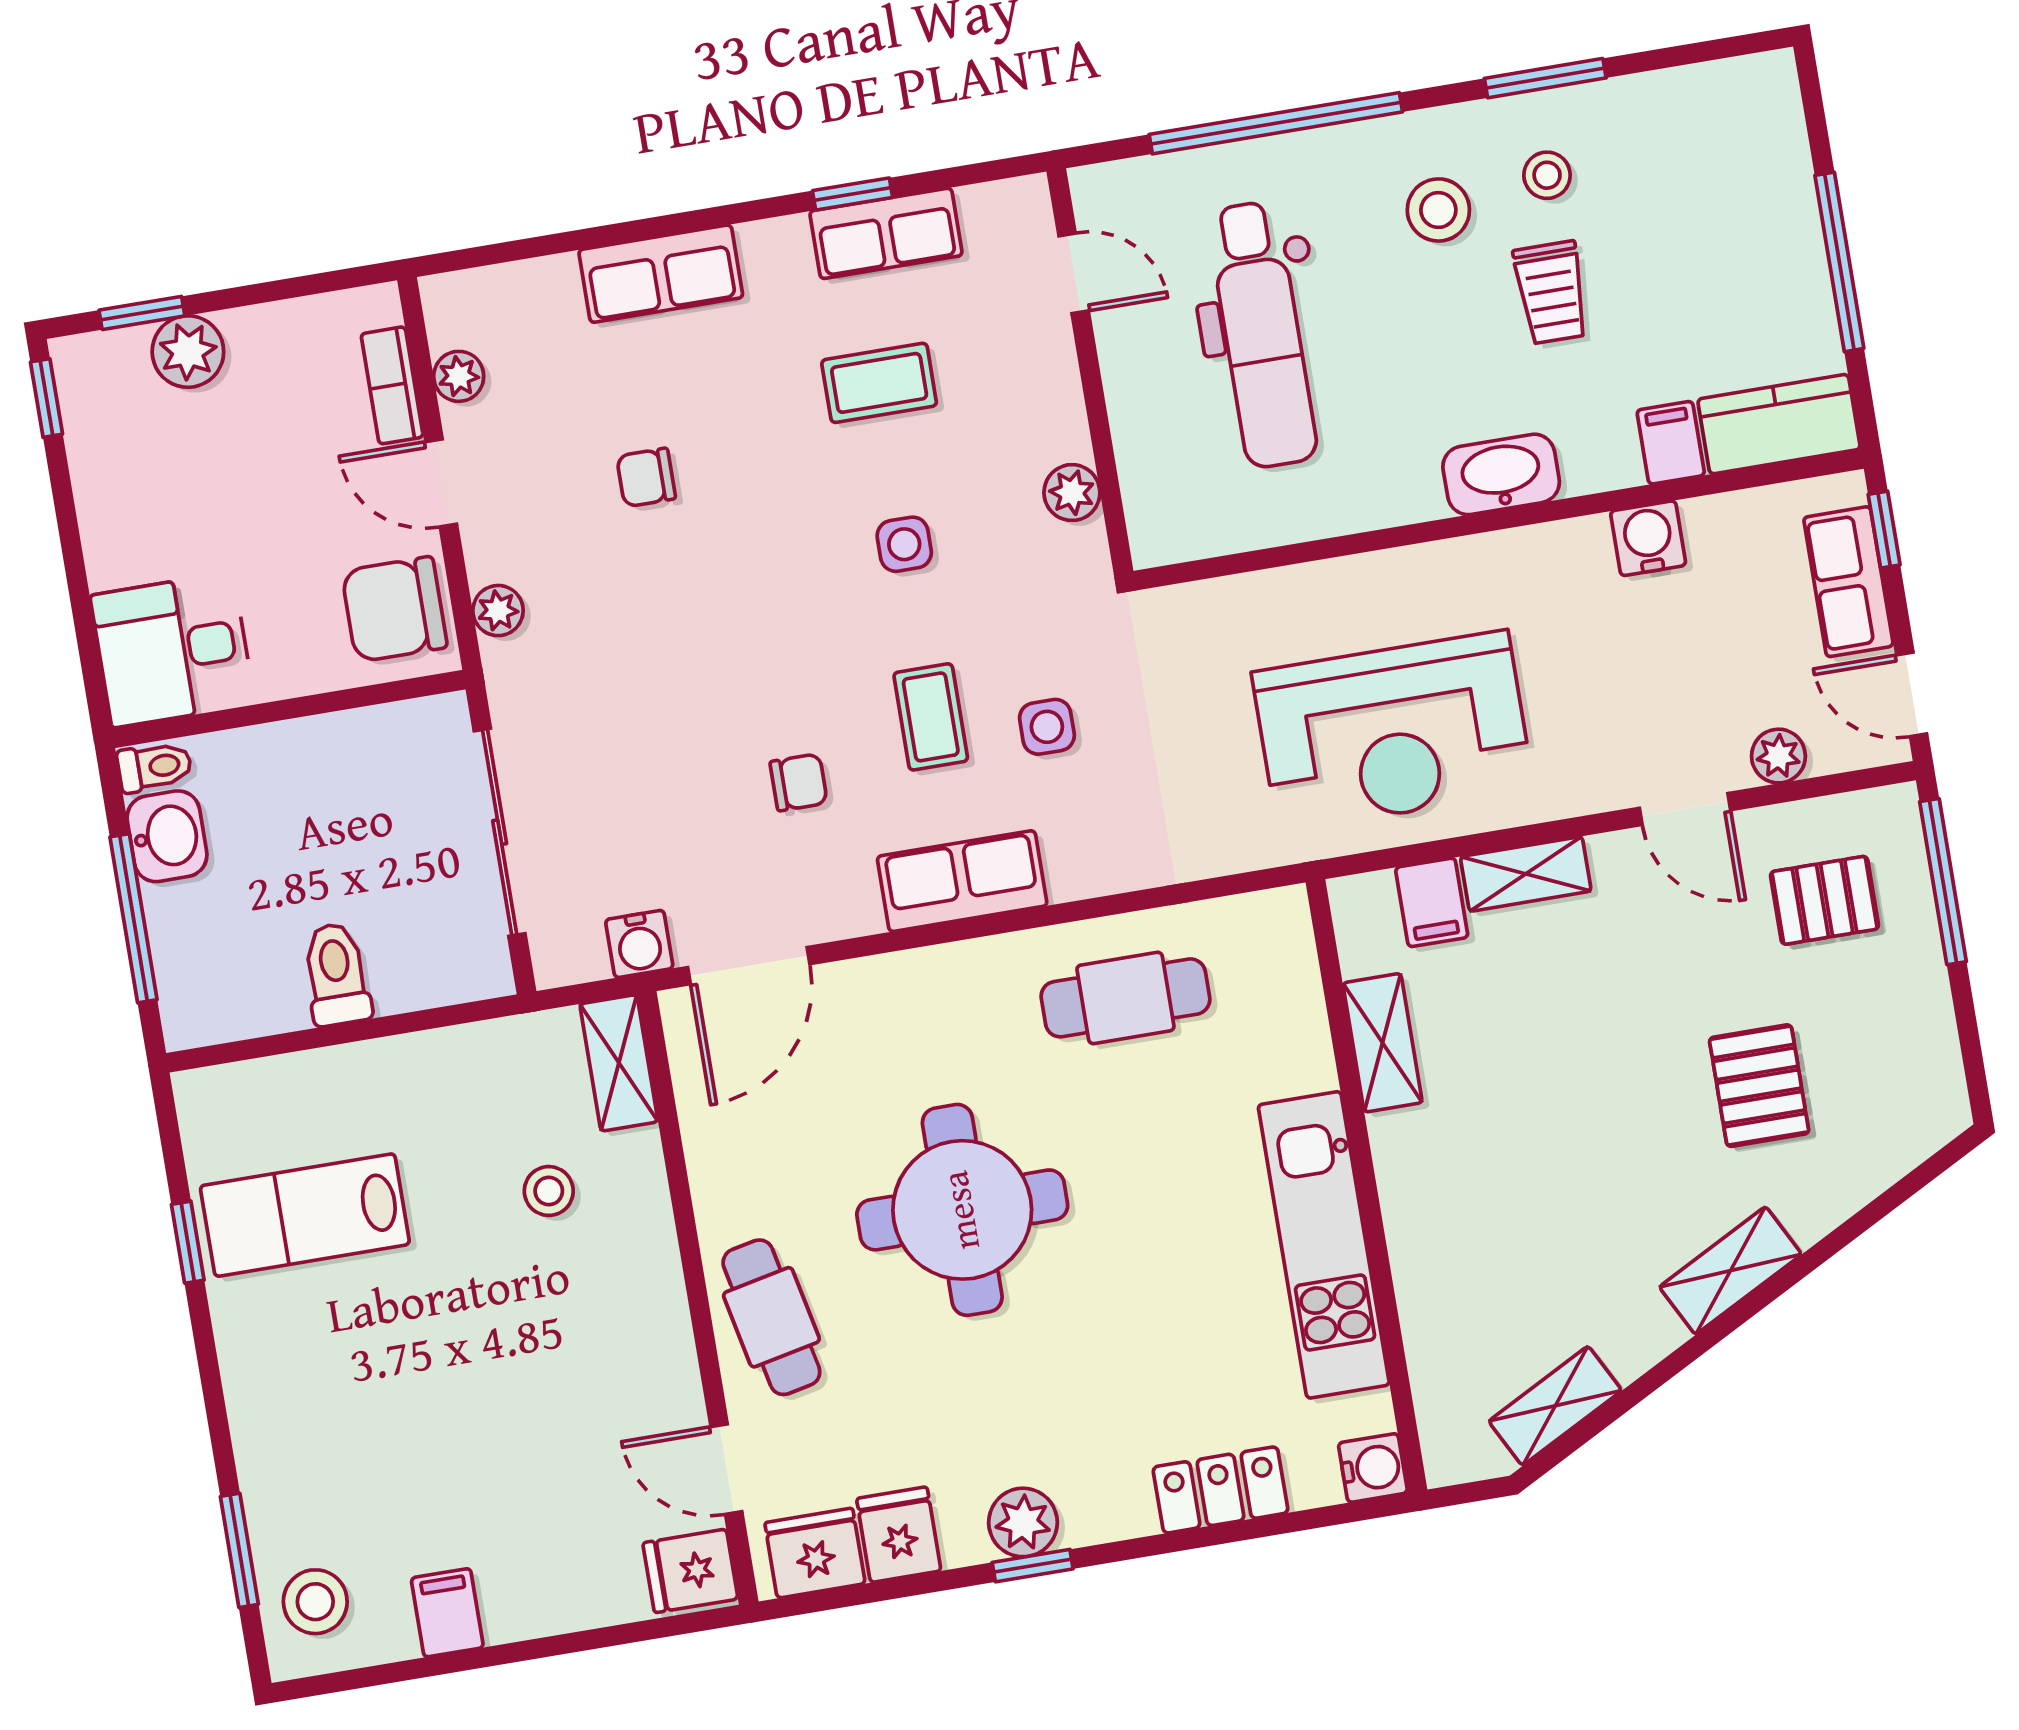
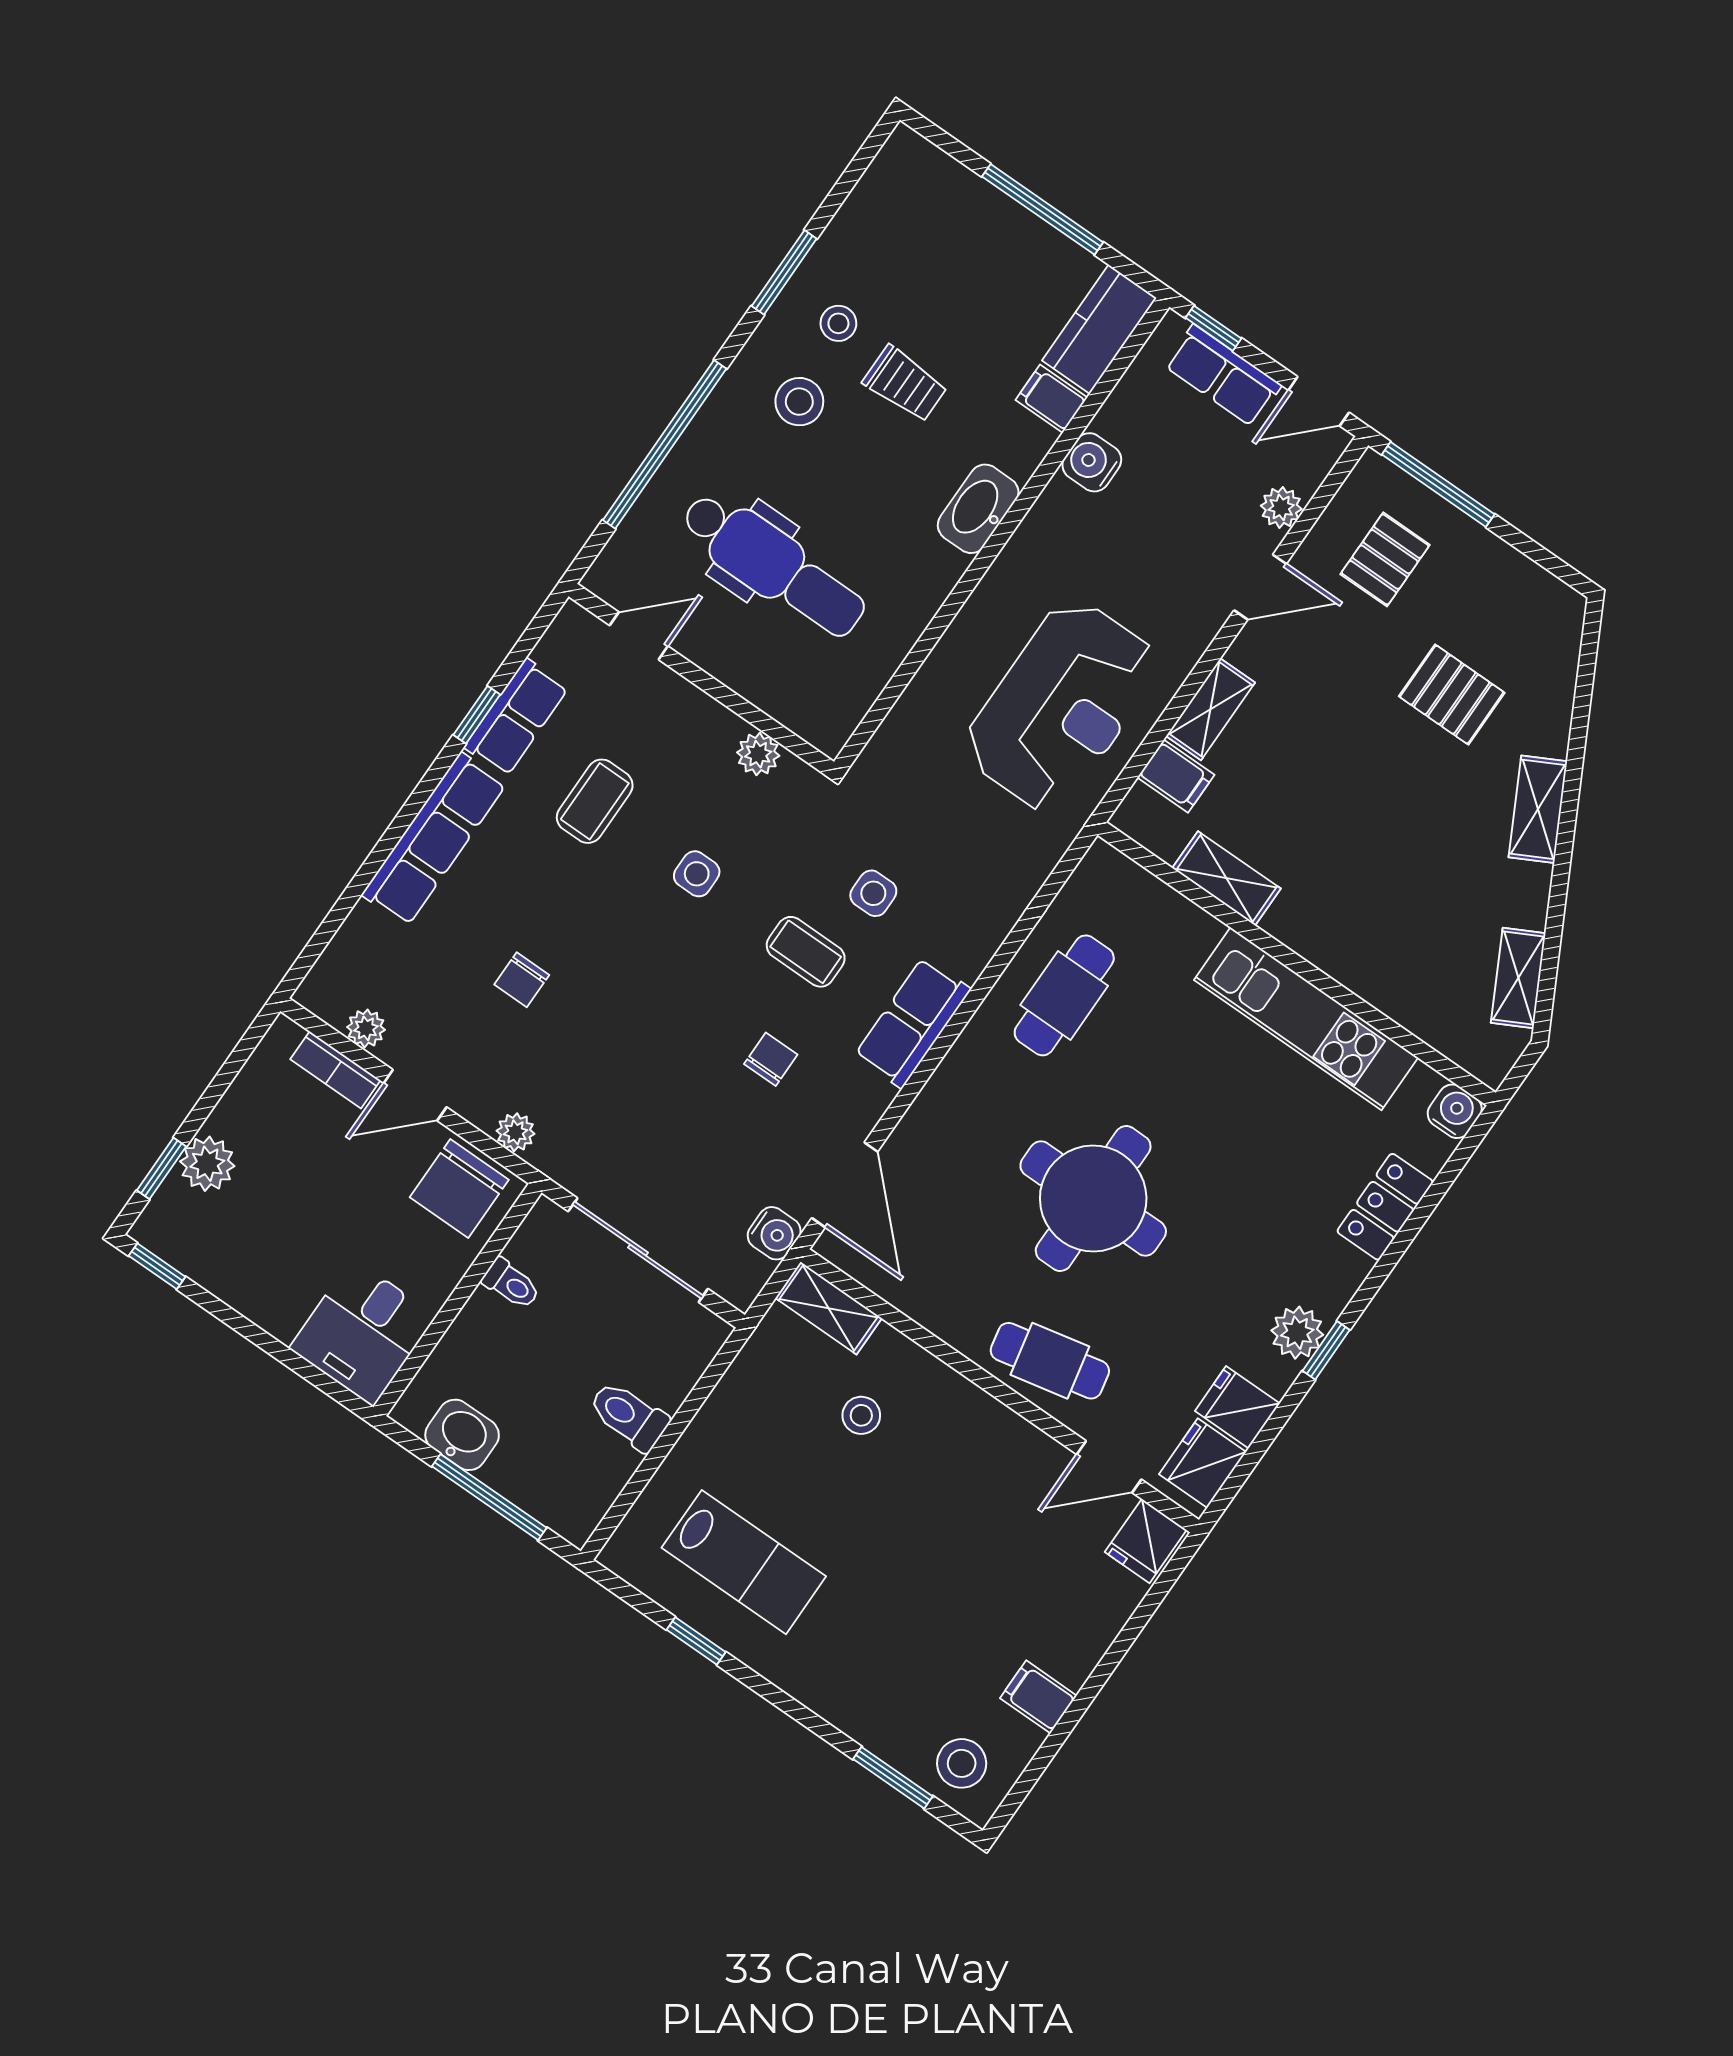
row of seats: (661, 274) -> (434, 839), width x1.48
toilet: (155, 767) -> (511, 1284), moved, turned 90
lab bench: (305, 1215) -> (744, 1562), turned -90

